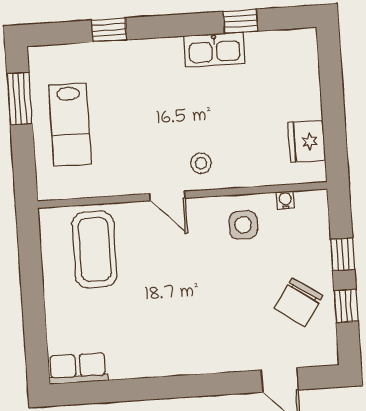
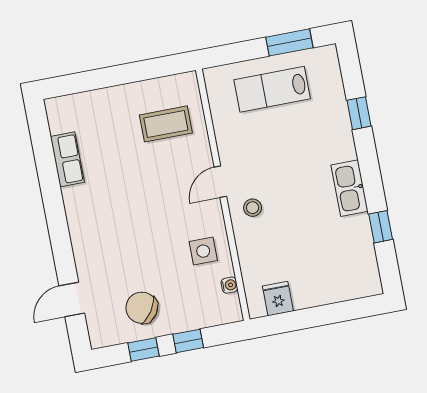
kitchen sink: (214, 50) -> (349, 188), moved
fridge: (307, 141) -> (278, 299), width x0.72
coffee table: (95, 249) -> (166, 124), width x0.73, depth x0.76
row of seats: (78, 368) -> (67, 159), moved

